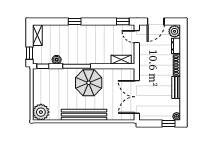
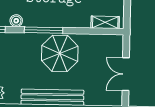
double door: (137, 97) -> (126, 74), width x0.73

